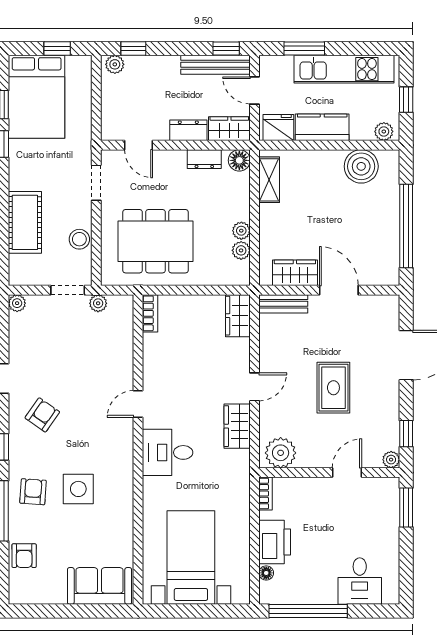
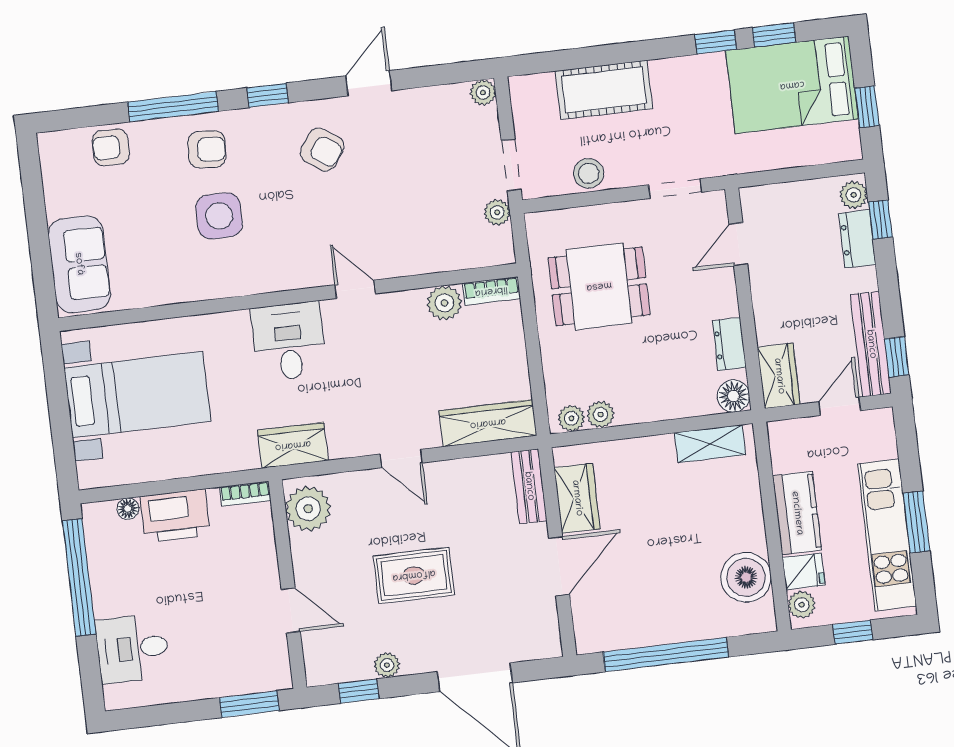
window: (304, 48) -> (916, 522), moved
fridge: (278, 128) -> (804, 571), moved, width x0.72
dresser: (188, 130) -> (857, 239), moved, turned 180
plant: (241, 231) -> (571, 418), moved
dining table: (155, 241) -> (599, 286), width x0.73
wardrobe: (238, 316) -> (488, 423), width x1.50
plant: (154, 346) -> (444, 303), added
wardrobe: (237, 426) -> (293, 445), moved
plant: (391, 460) -> (387, 665), moved

